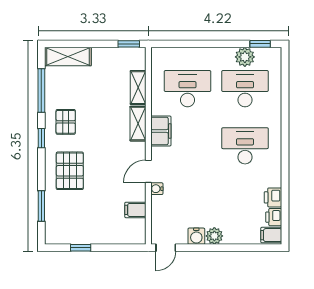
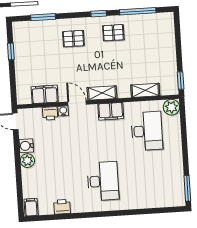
window: (260, 44) -> (187, 188), width x1.50
shelving: (68, 57) -> (167, 31), removed
plant: (245, 57) -> (171, 107), moved
desk: (245, 89) -> (150, 178), removed
shelving: (138, 124) -> (102, 93), moved
pallet: (70, 171) -> (73, 39), width x0.67, depth x0.71
filing cabinet: (135, 210) -> (45, 94), width x2.00
printer: (274, 217) -> (50, 113), moved, turned 180

